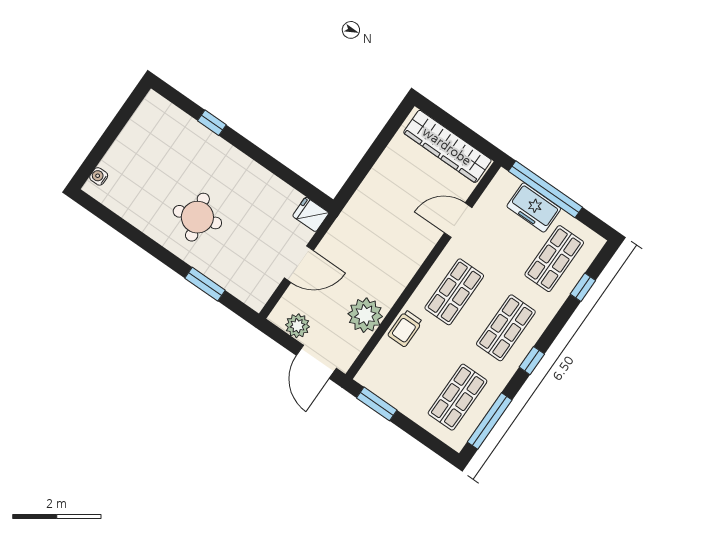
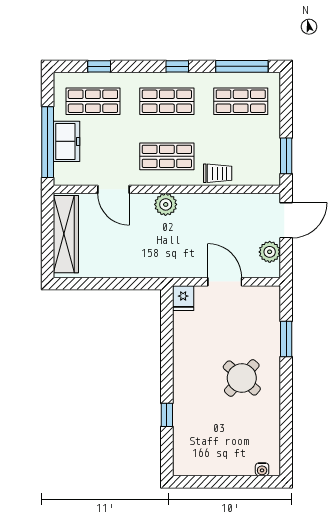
round table: (197, 217) -> (242, 378), turned -31
plant: (365, 315) -> (166, 204), moved, width x0.73, depth x0.73

